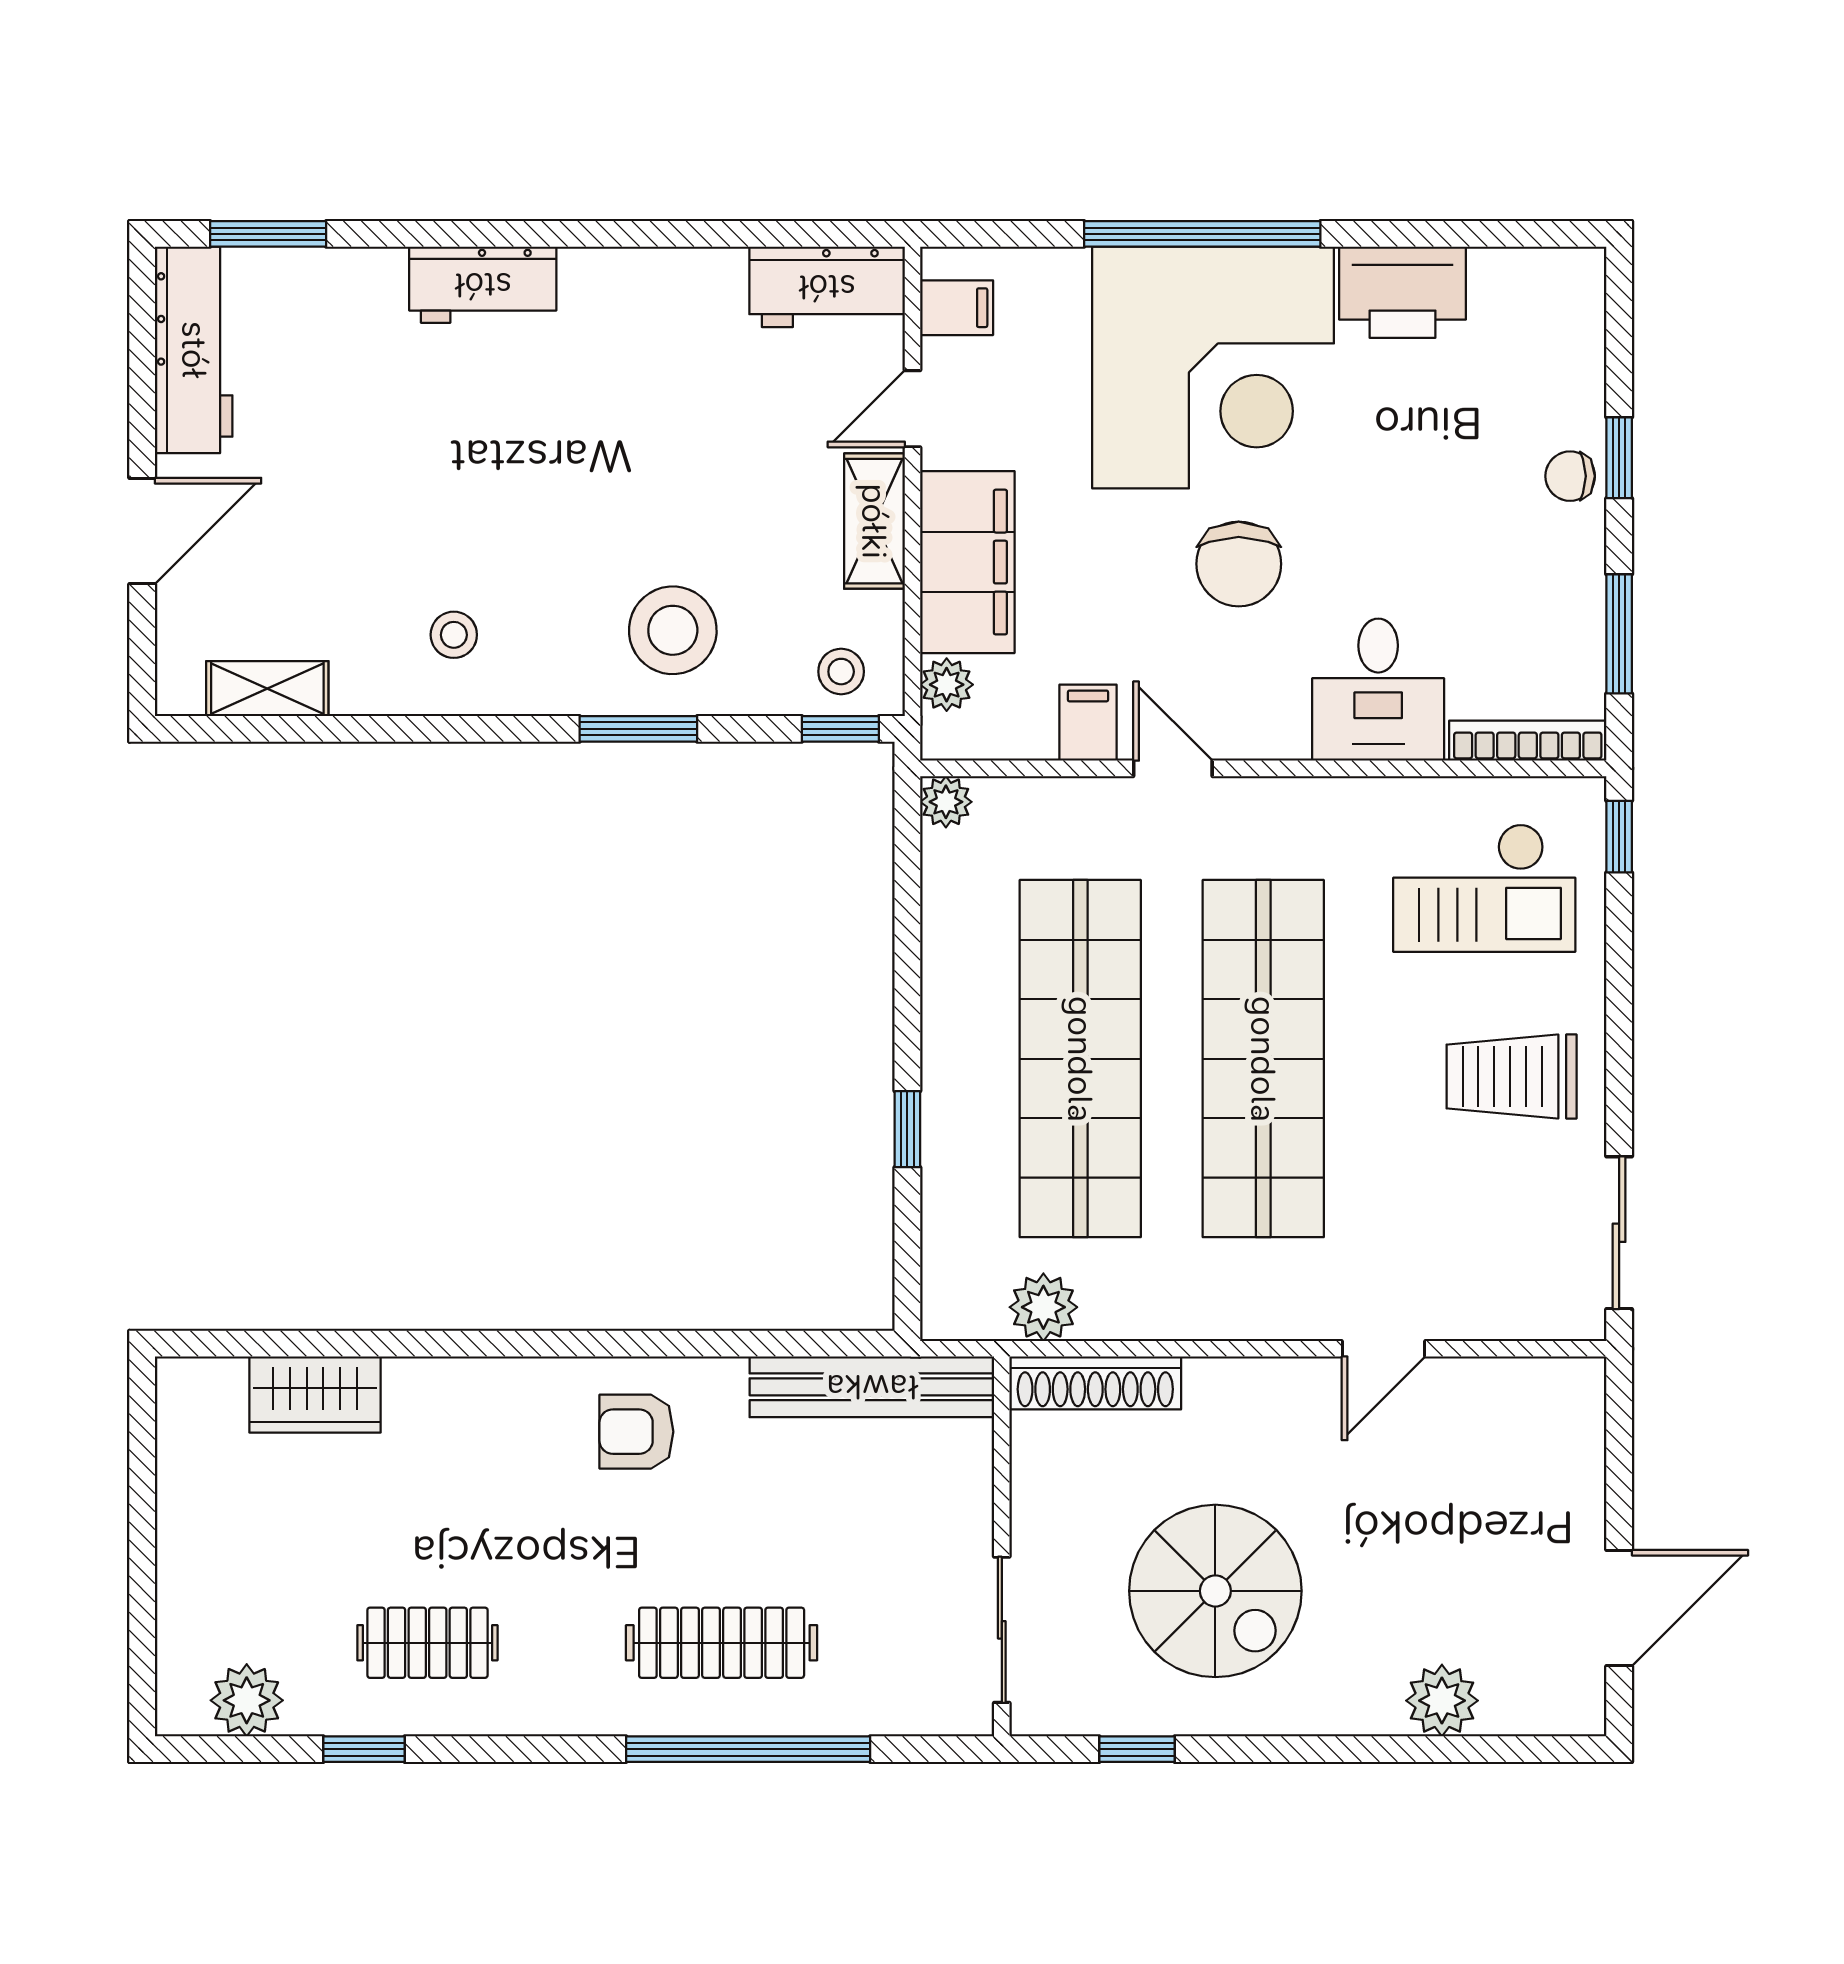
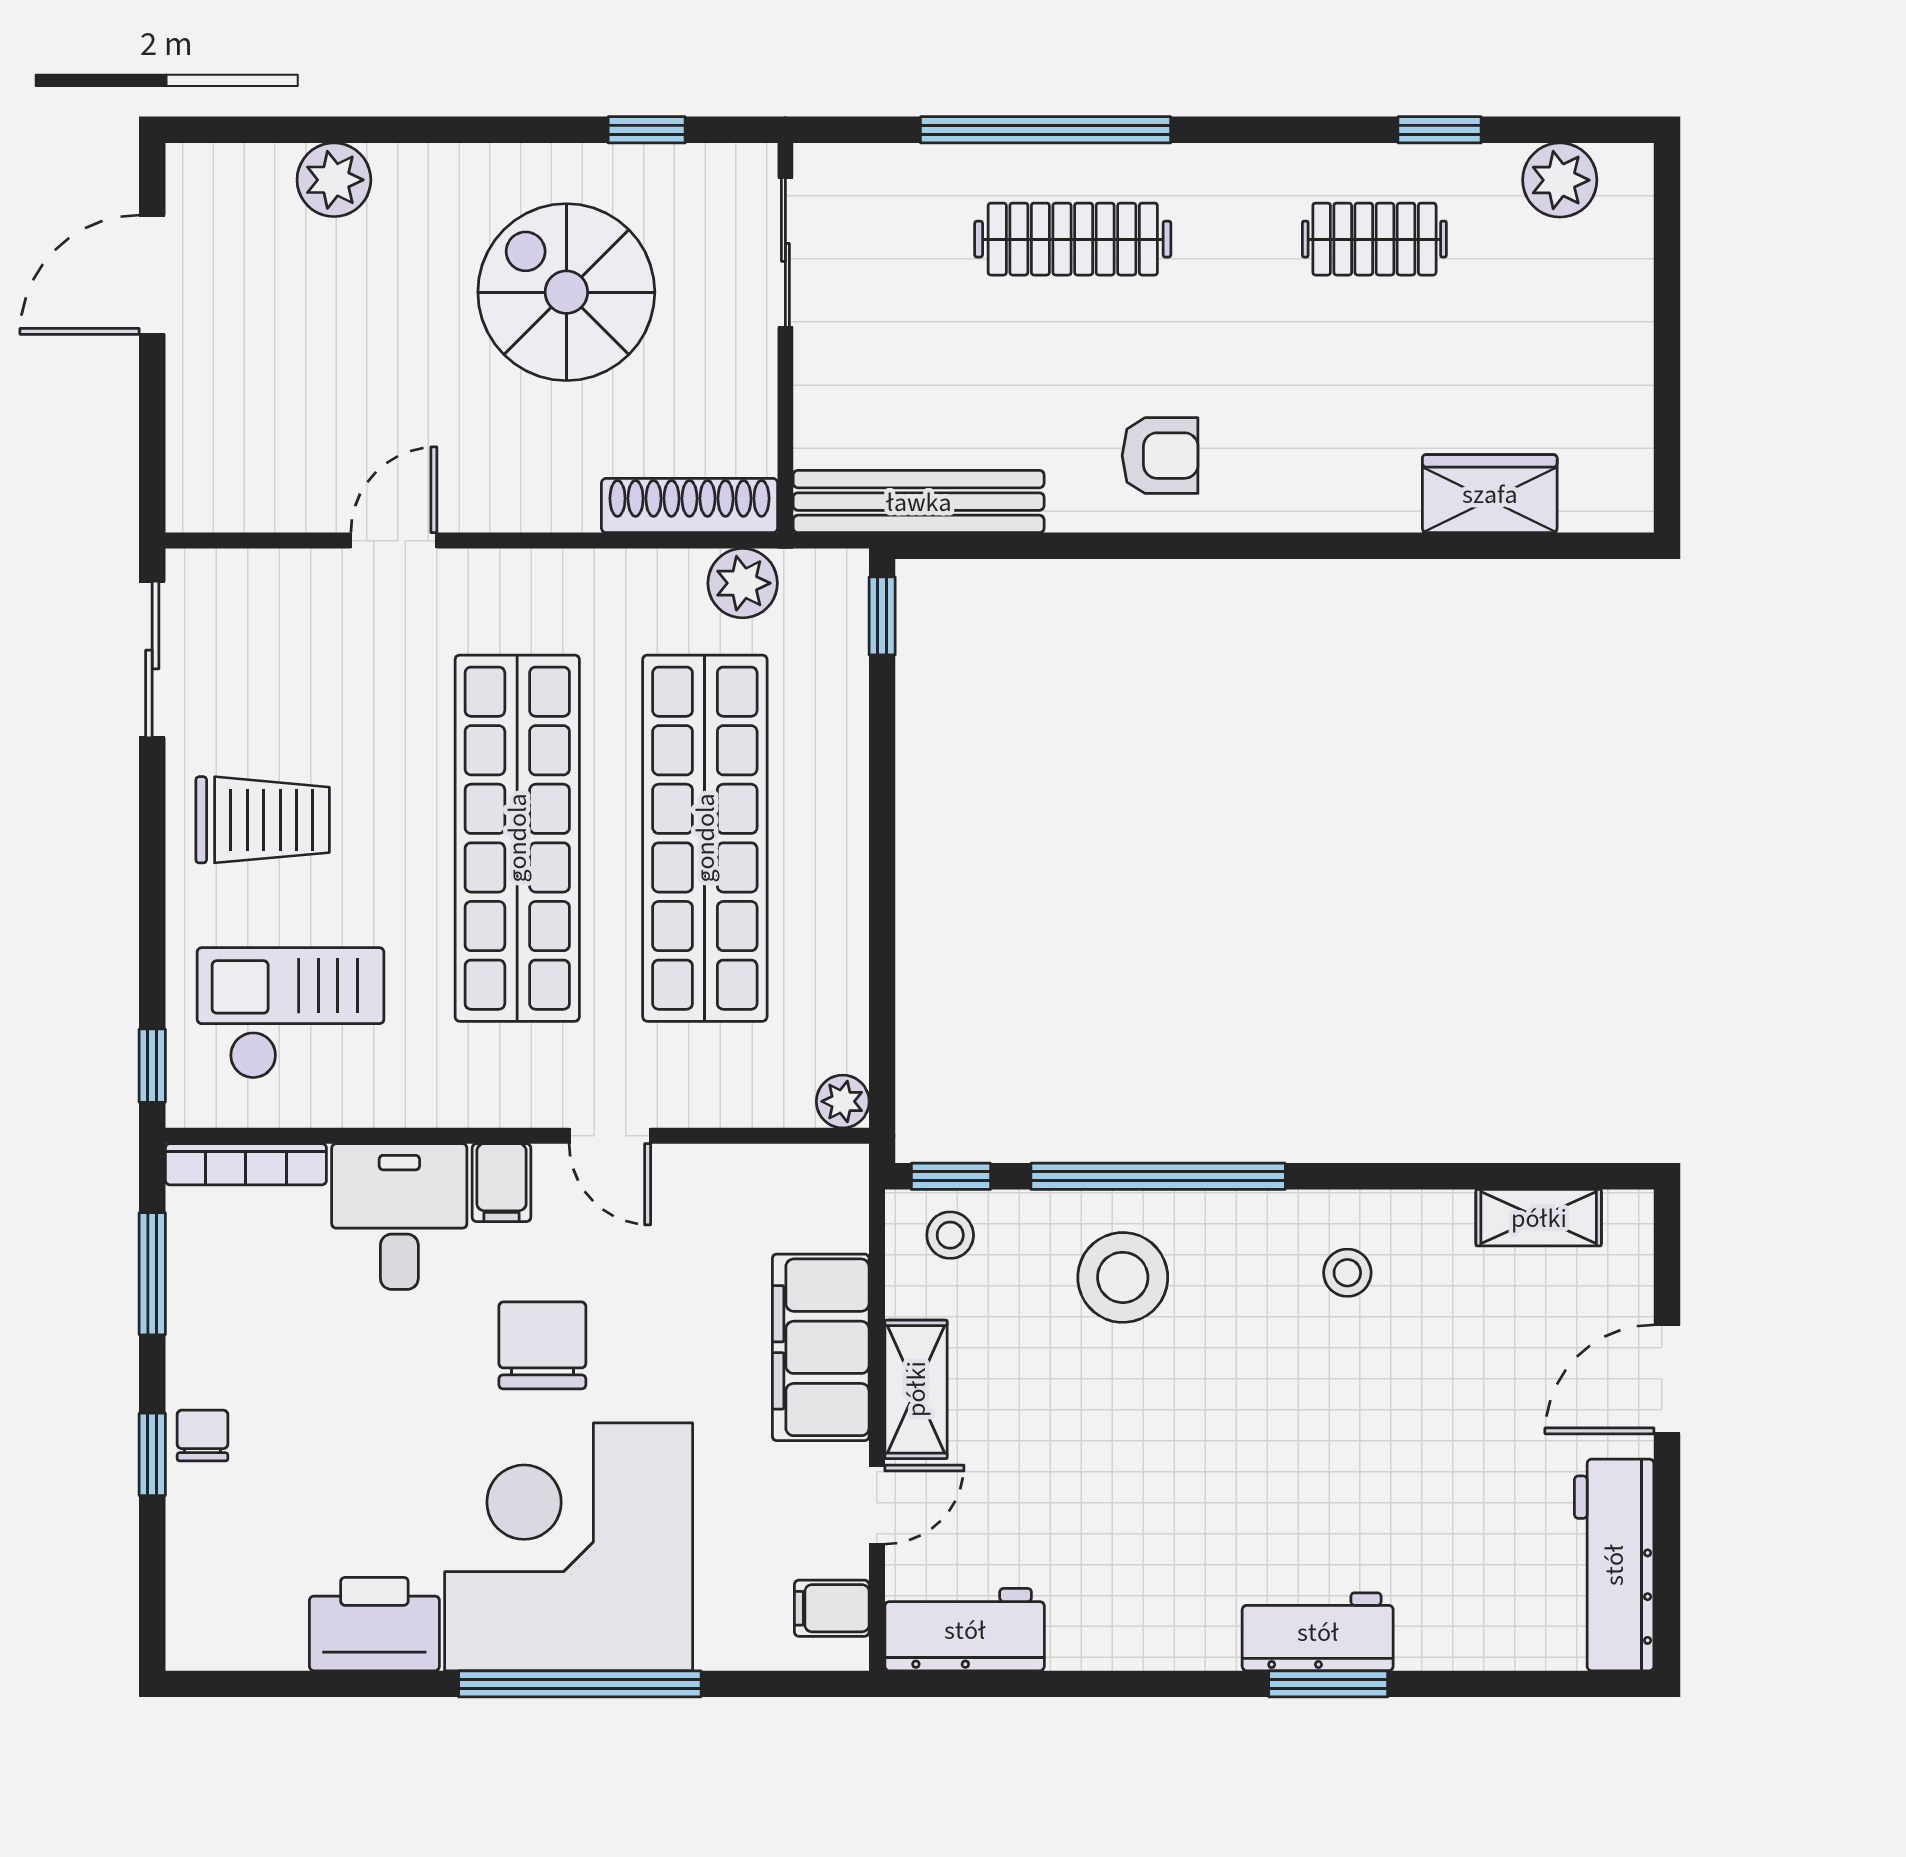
window: (268, 234) -> (1328, 1684), moved
chair: (1570, 476) -> (203, 1435), turned -90
plant: (947, 685) -> (842, 1222), removed
filing cabinet: (1088, 723) -> (502, 1183), moved
window: (638, 729) -> (1158, 1176), width x2.11
window: (907, 1129) -> (882, 616), moved

